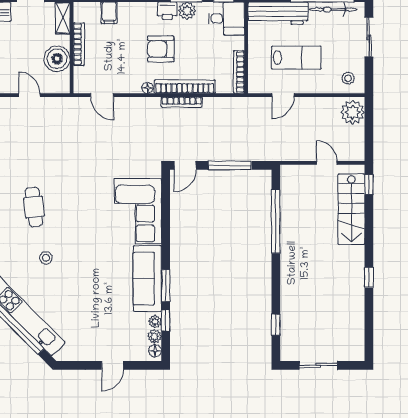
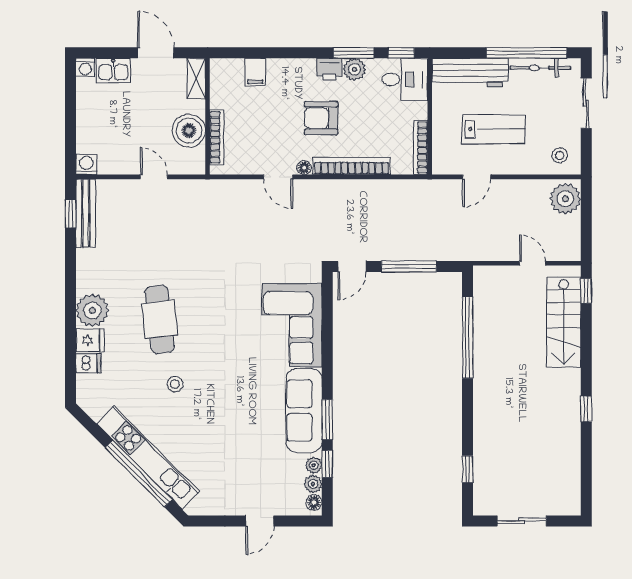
bookcase: (79, 44) -> (217, 137), moved
door: (102, 95) -> (278, 177), moved
bookcase: (182, 102) -> (348, 186), removed
cafe table: (34, 207) -> (160, 319), width x1.37, depth x1.35

